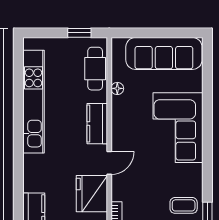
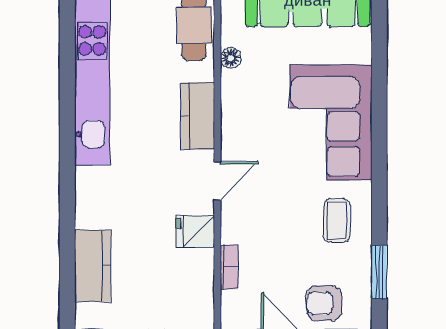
fridge: (92, 194) -> (195, 231), width x0.53, depth x0.75
coffee table: (184, 205) -> (337, 221), moved, turned 90

